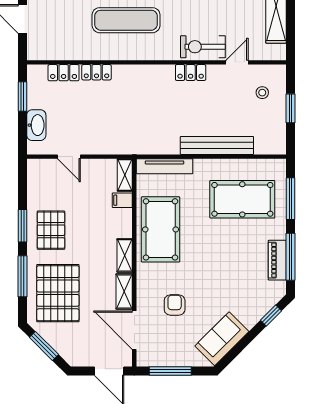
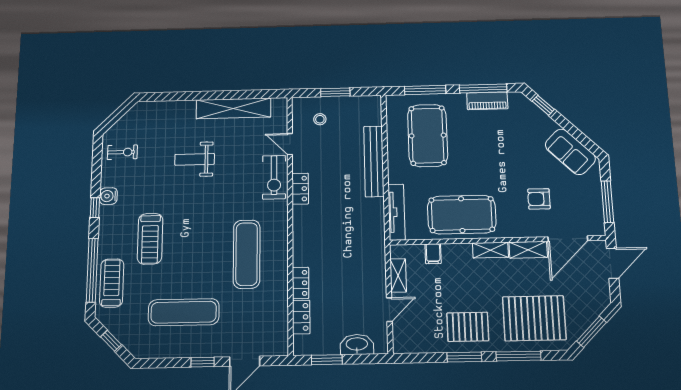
shelving: (125, 175) -> (398, 275), moved, turned 90

